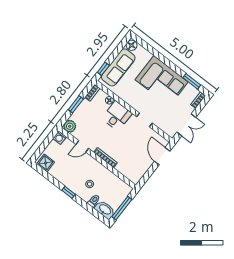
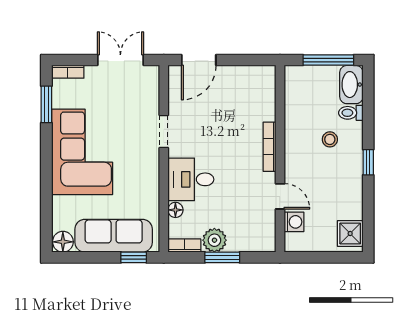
plant: (70, 126) -> (214, 240), moved
washing machine: (60, 138) -> (294, 222), moved

